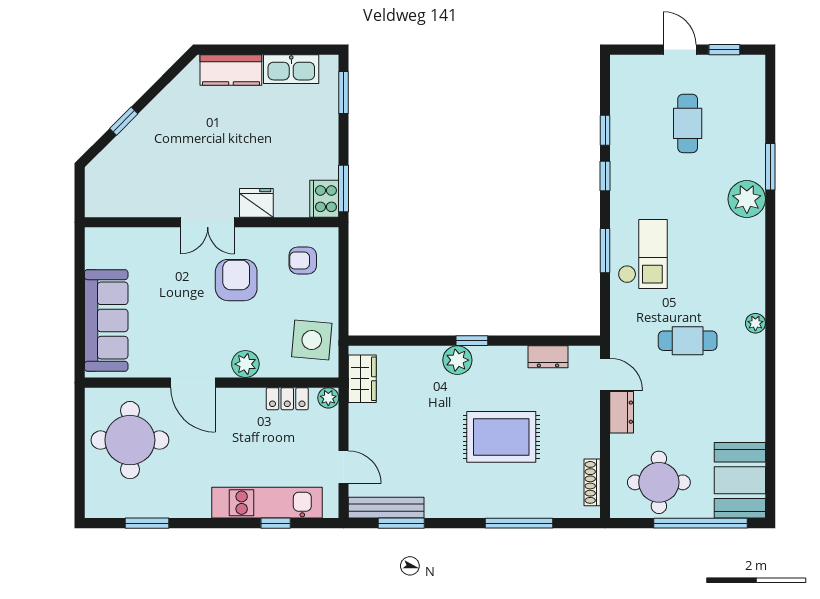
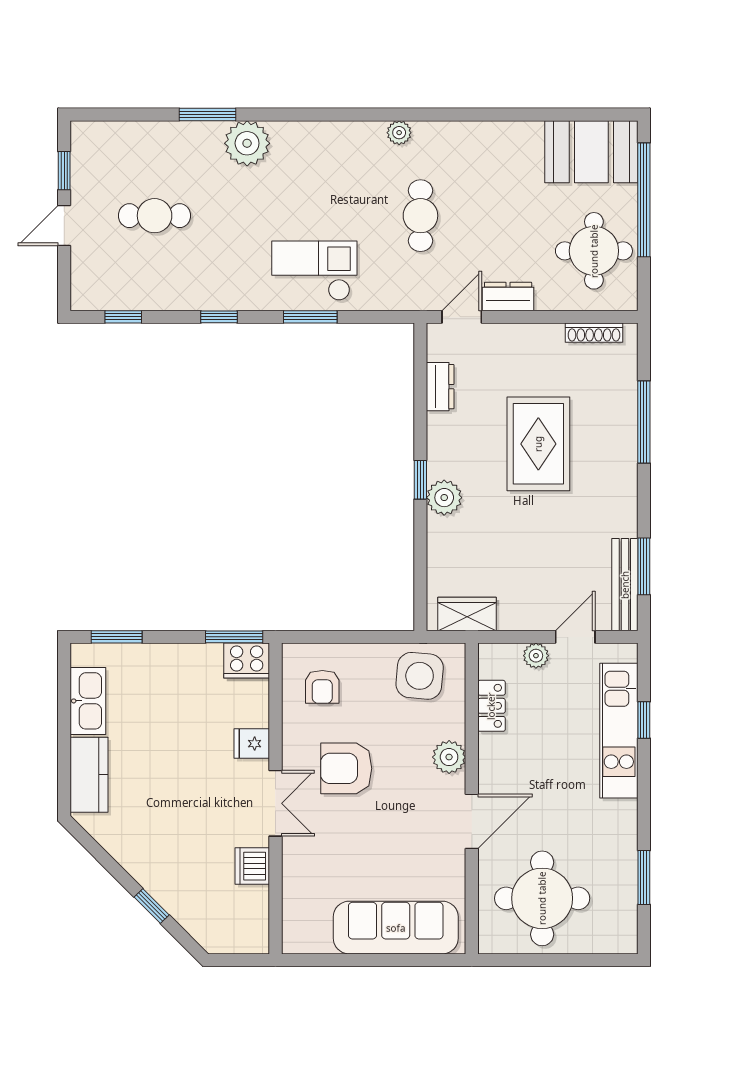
window: (605, 130) -> (123, 317), moved
dishwasher: (156, 203) -> (252, 866), added
fridge: (256, 203) -> (252, 744), width x0.72
plant: (328, 398) -> (536, 656), moved

